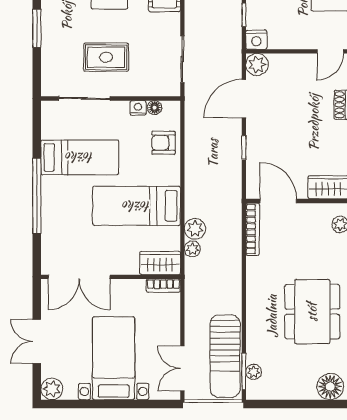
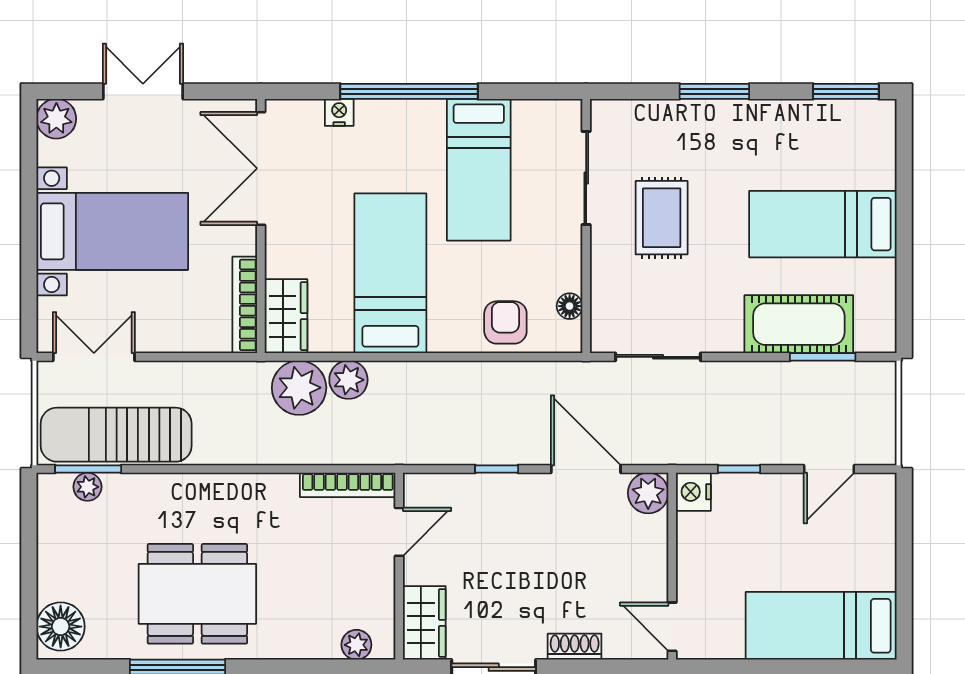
nightstand: (138, 108) -> (339, 112), moved, turned -90
door: (278, 201) -> (399, 532), width x0.73
plant: (192, 249) -> (299, 388), width x1.88, depth x1.88
bookcase: (163, 286) -> (245, 305), width x1.56

